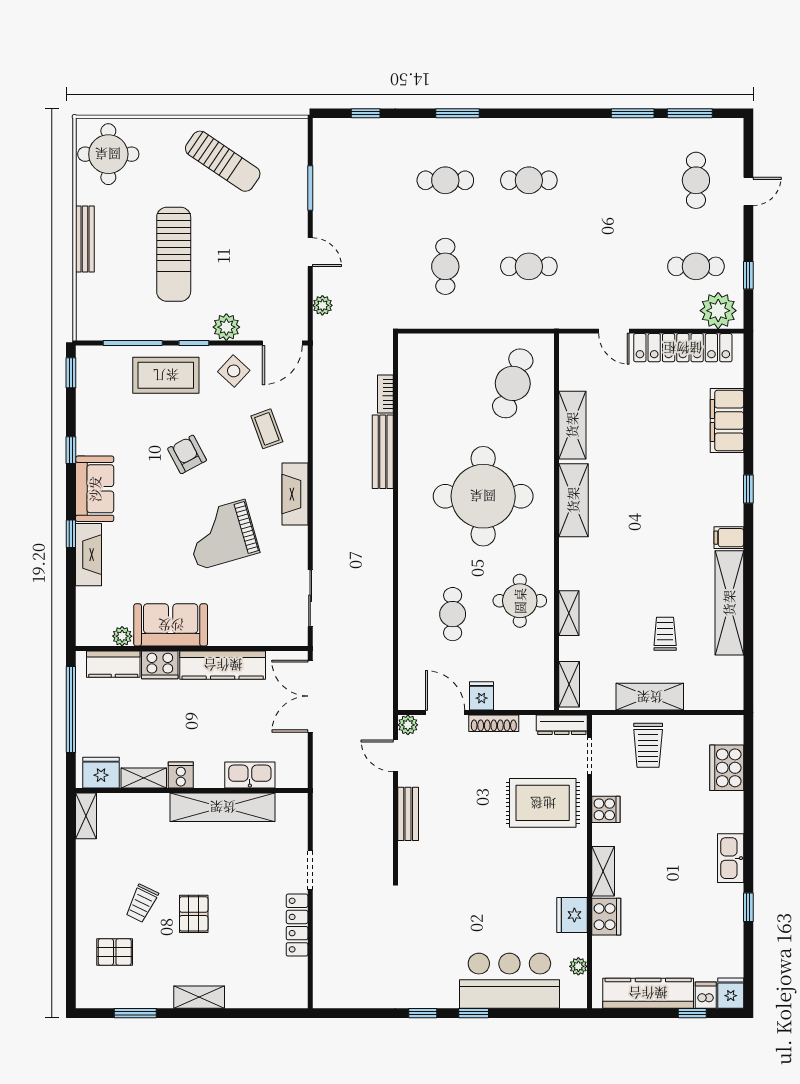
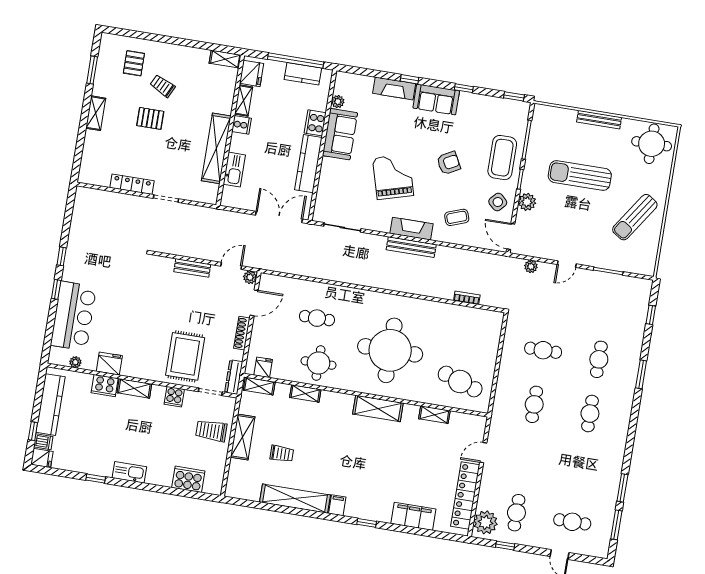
shelving: (572, 425) -> (434, 415), width x0.67, depth x0.75
bench: (383, 452) -> (411, 247), moved
kitchen counter: (113, 664) -> (303, 74), moved, turned -90
fridge: (482, 696) -> (263, 367), moved, turned -90

